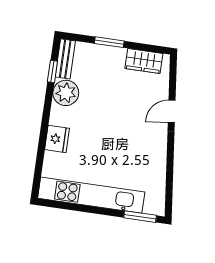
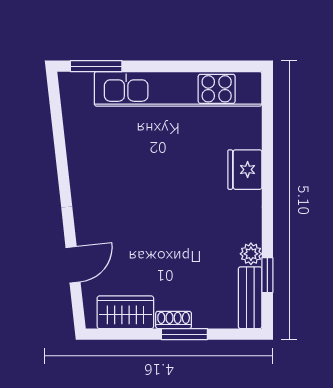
shoe rack: (115, 52) -> (174, 320), added
plant: (66, 93) -> (251, 254), width x0.53, depth x0.53
door: (172, 111) -> (73, 265), moved

